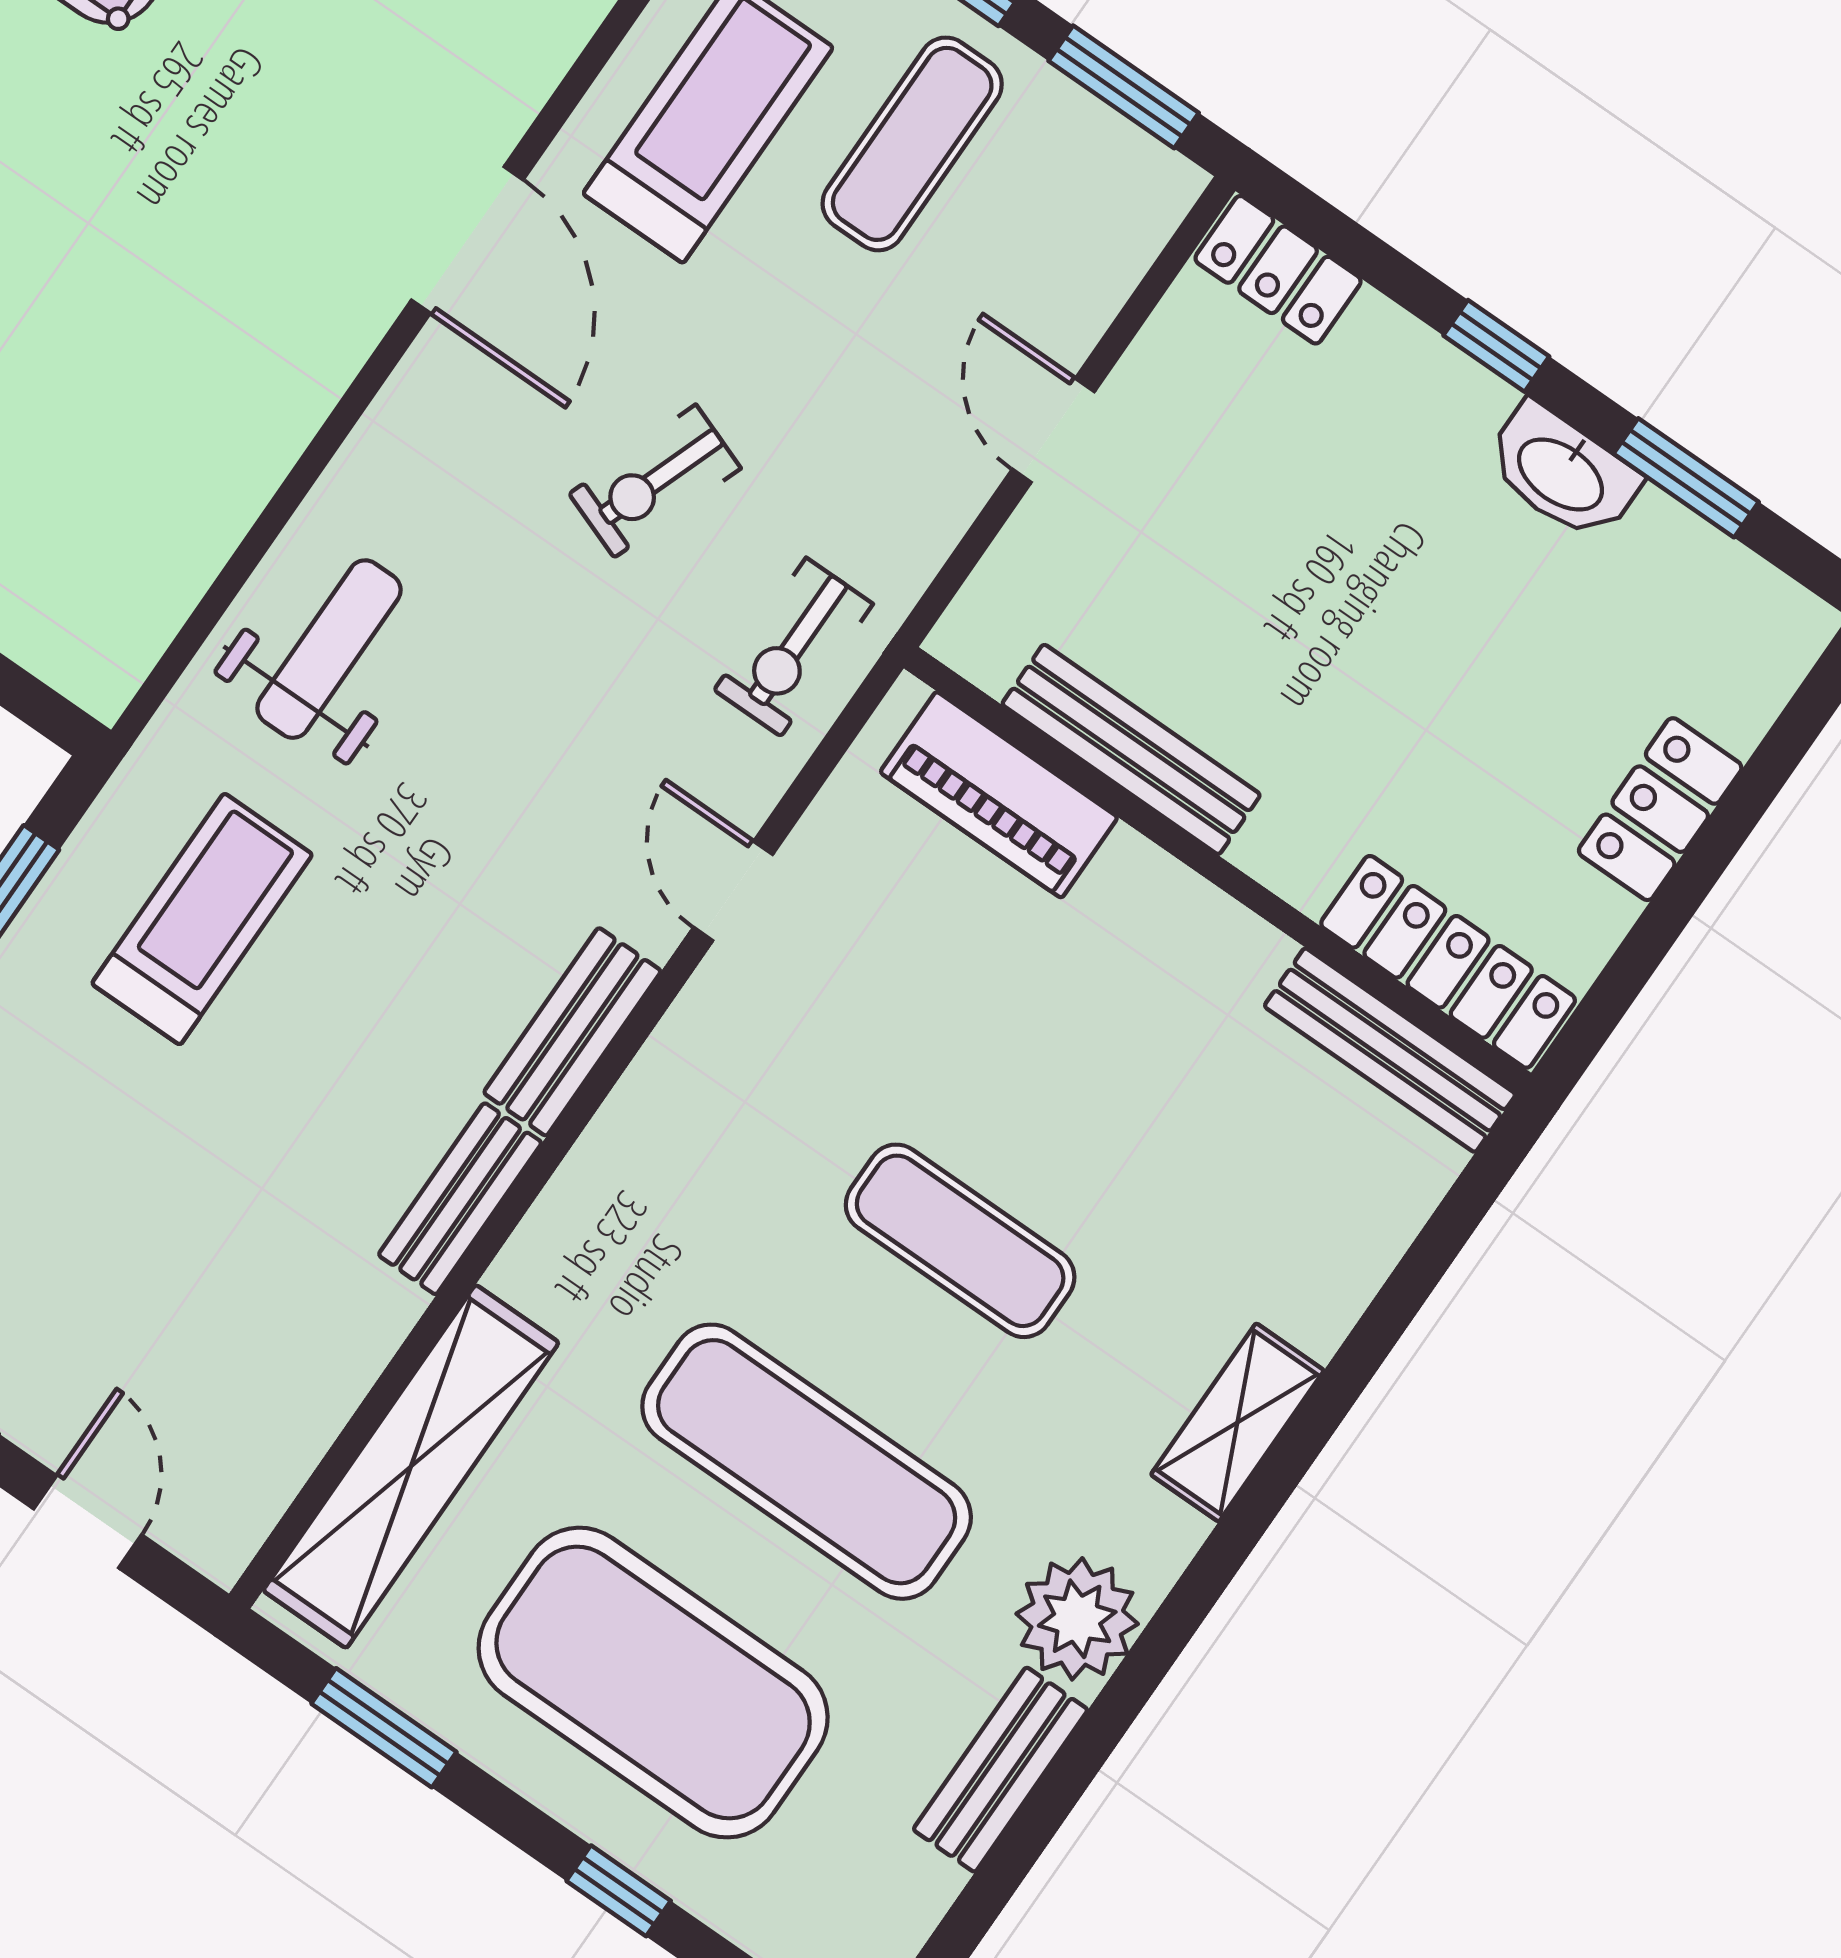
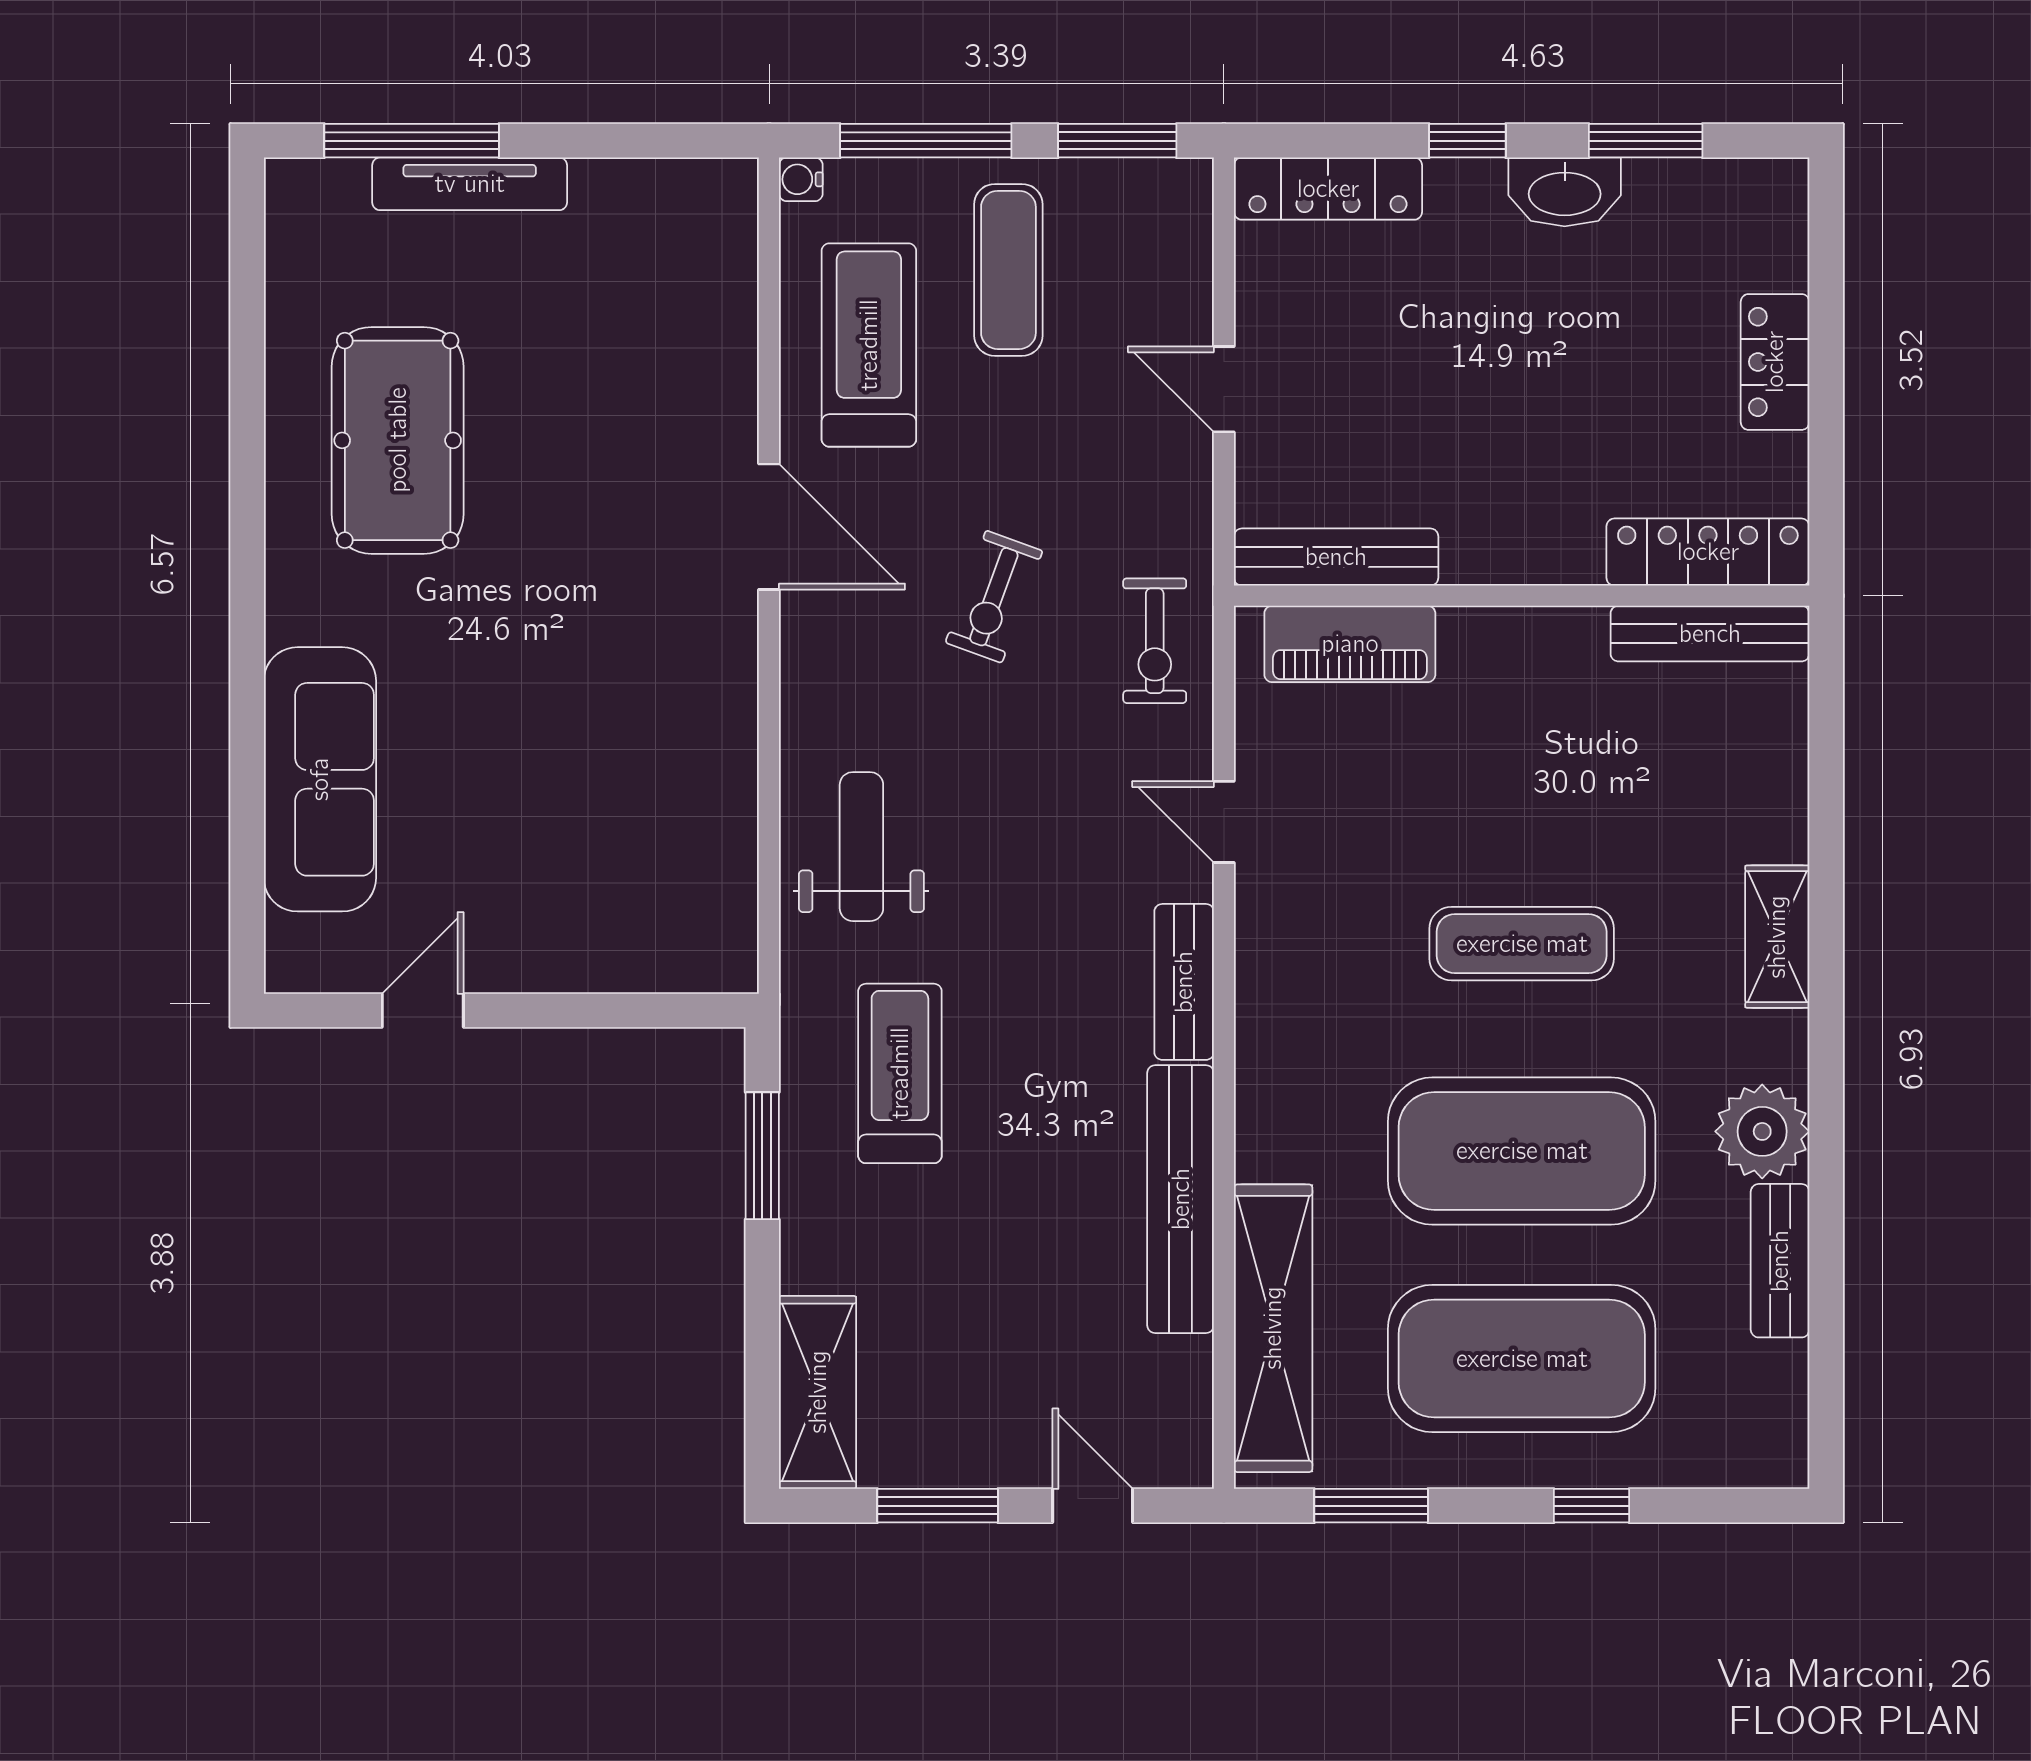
locker: (1278, 270) -> (1328, 189), width x1.53
bench: (1131, 749) -> (1336, 557), moved
bench: (460, 1199) -> (1181, 1199), width x1.86, depth x1.21
exercise mat: (807, 1462) -> (1522, 1151), width x1.47

